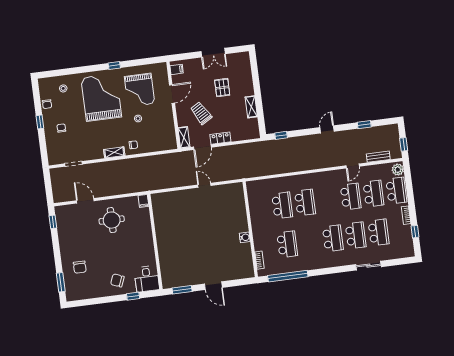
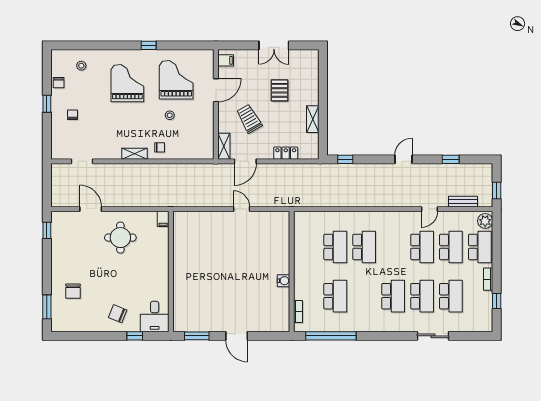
grand piano: (140, 90) -> (176, 80), turned 180
grand piano: (101, 97) -> (127, 83), width x0.73, depth x0.68
locker: (220, 138) -> (286, 153), moved

